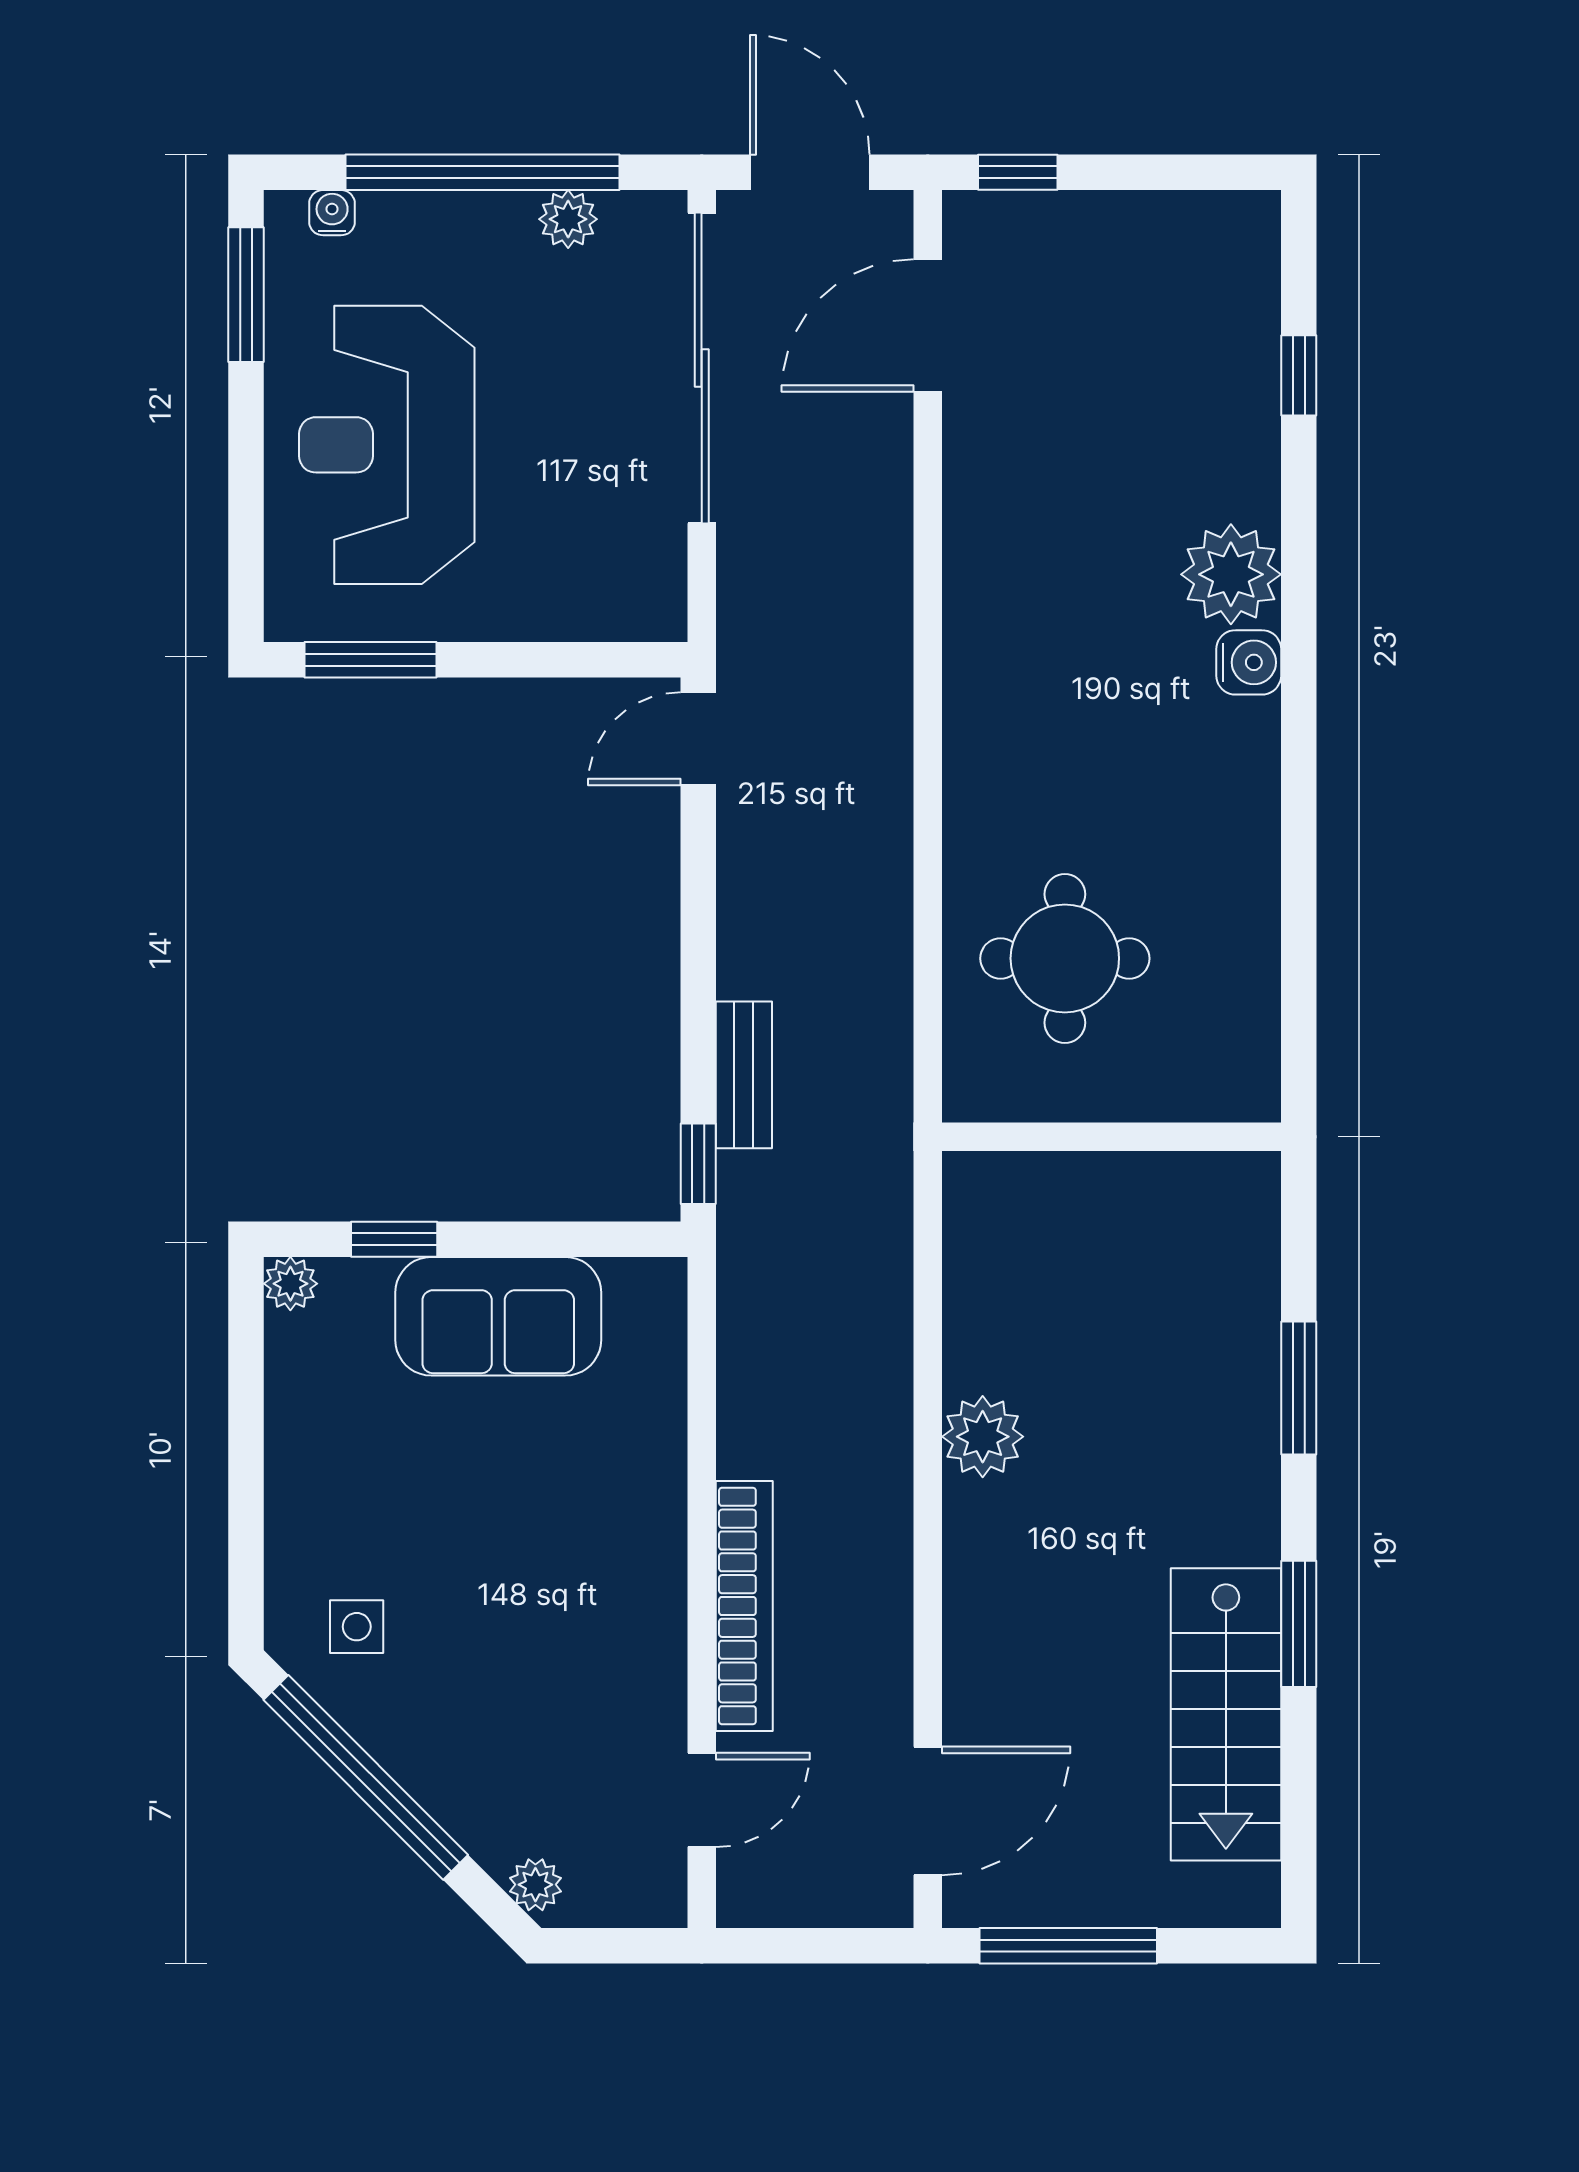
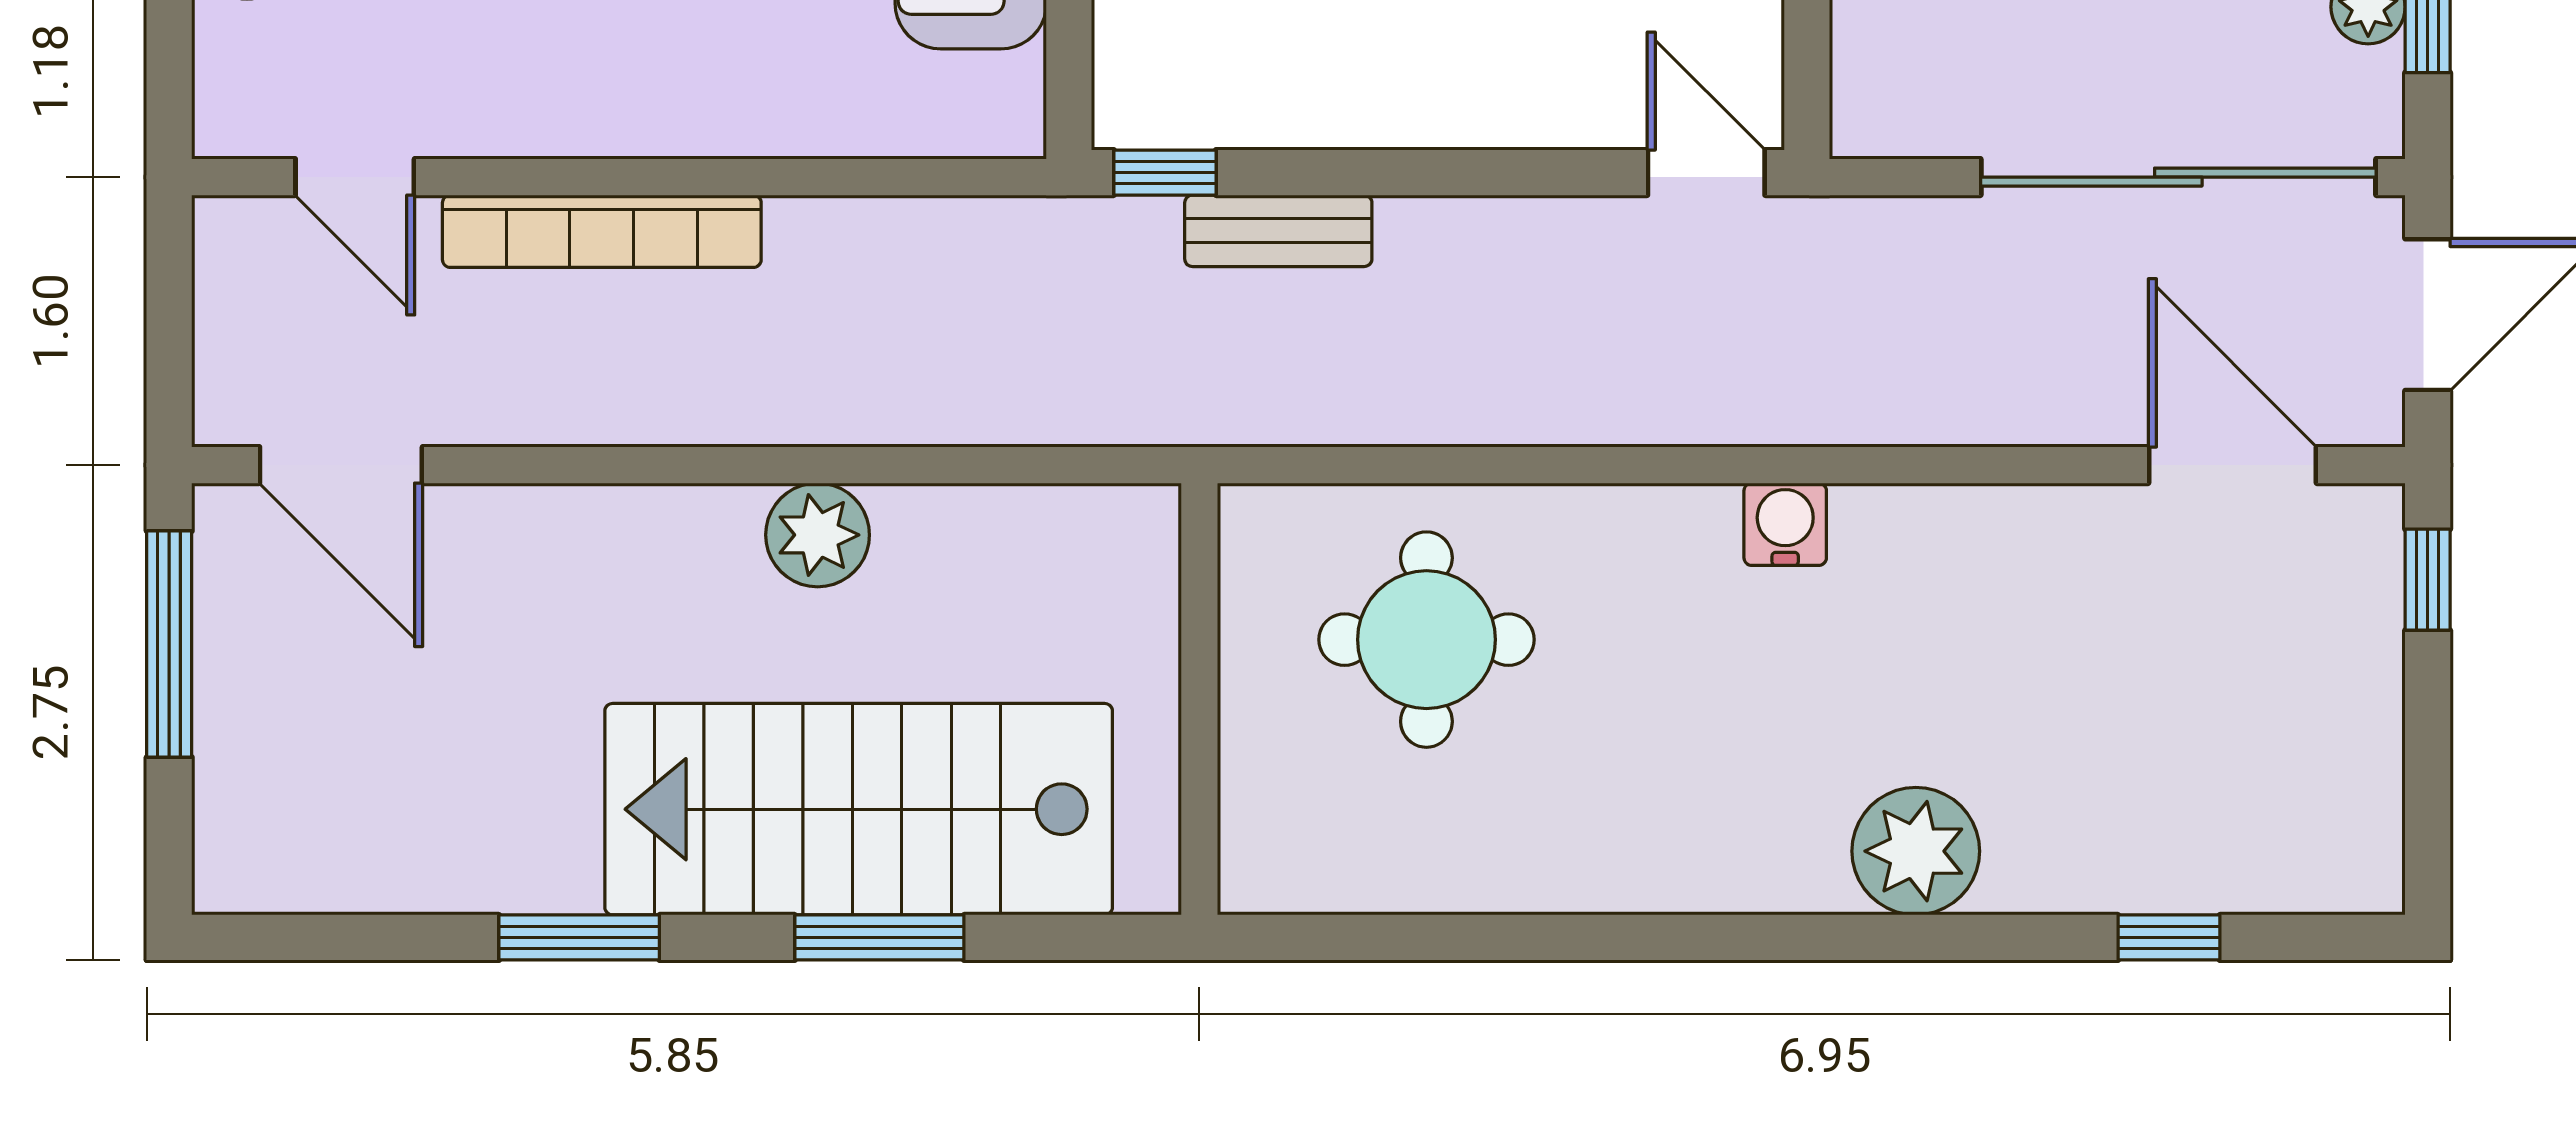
water cooler: (1249, 662) -> (1785, 524), moved, turned 180
stairs: (1226, 1714) -> (859, 809), moved, width x1.36, depth x1.51

